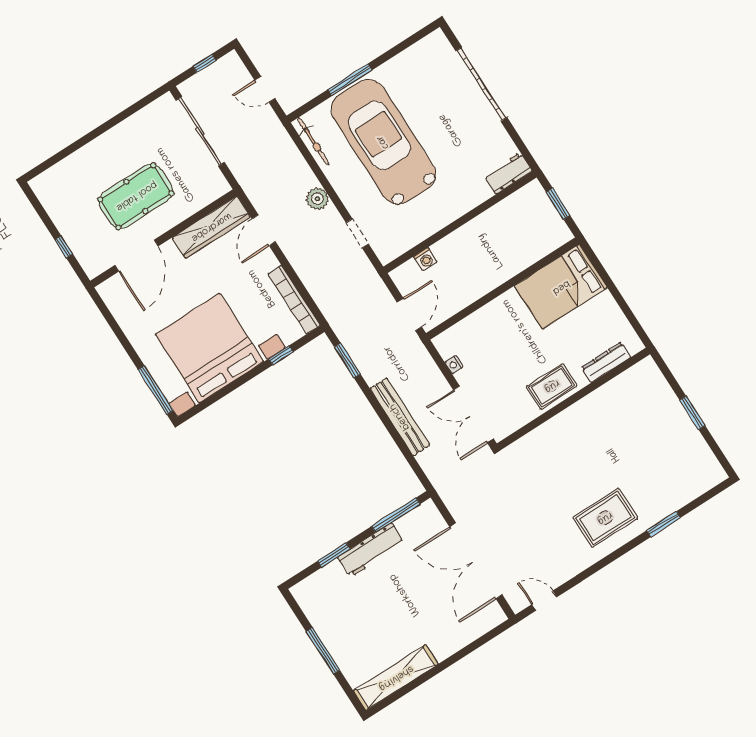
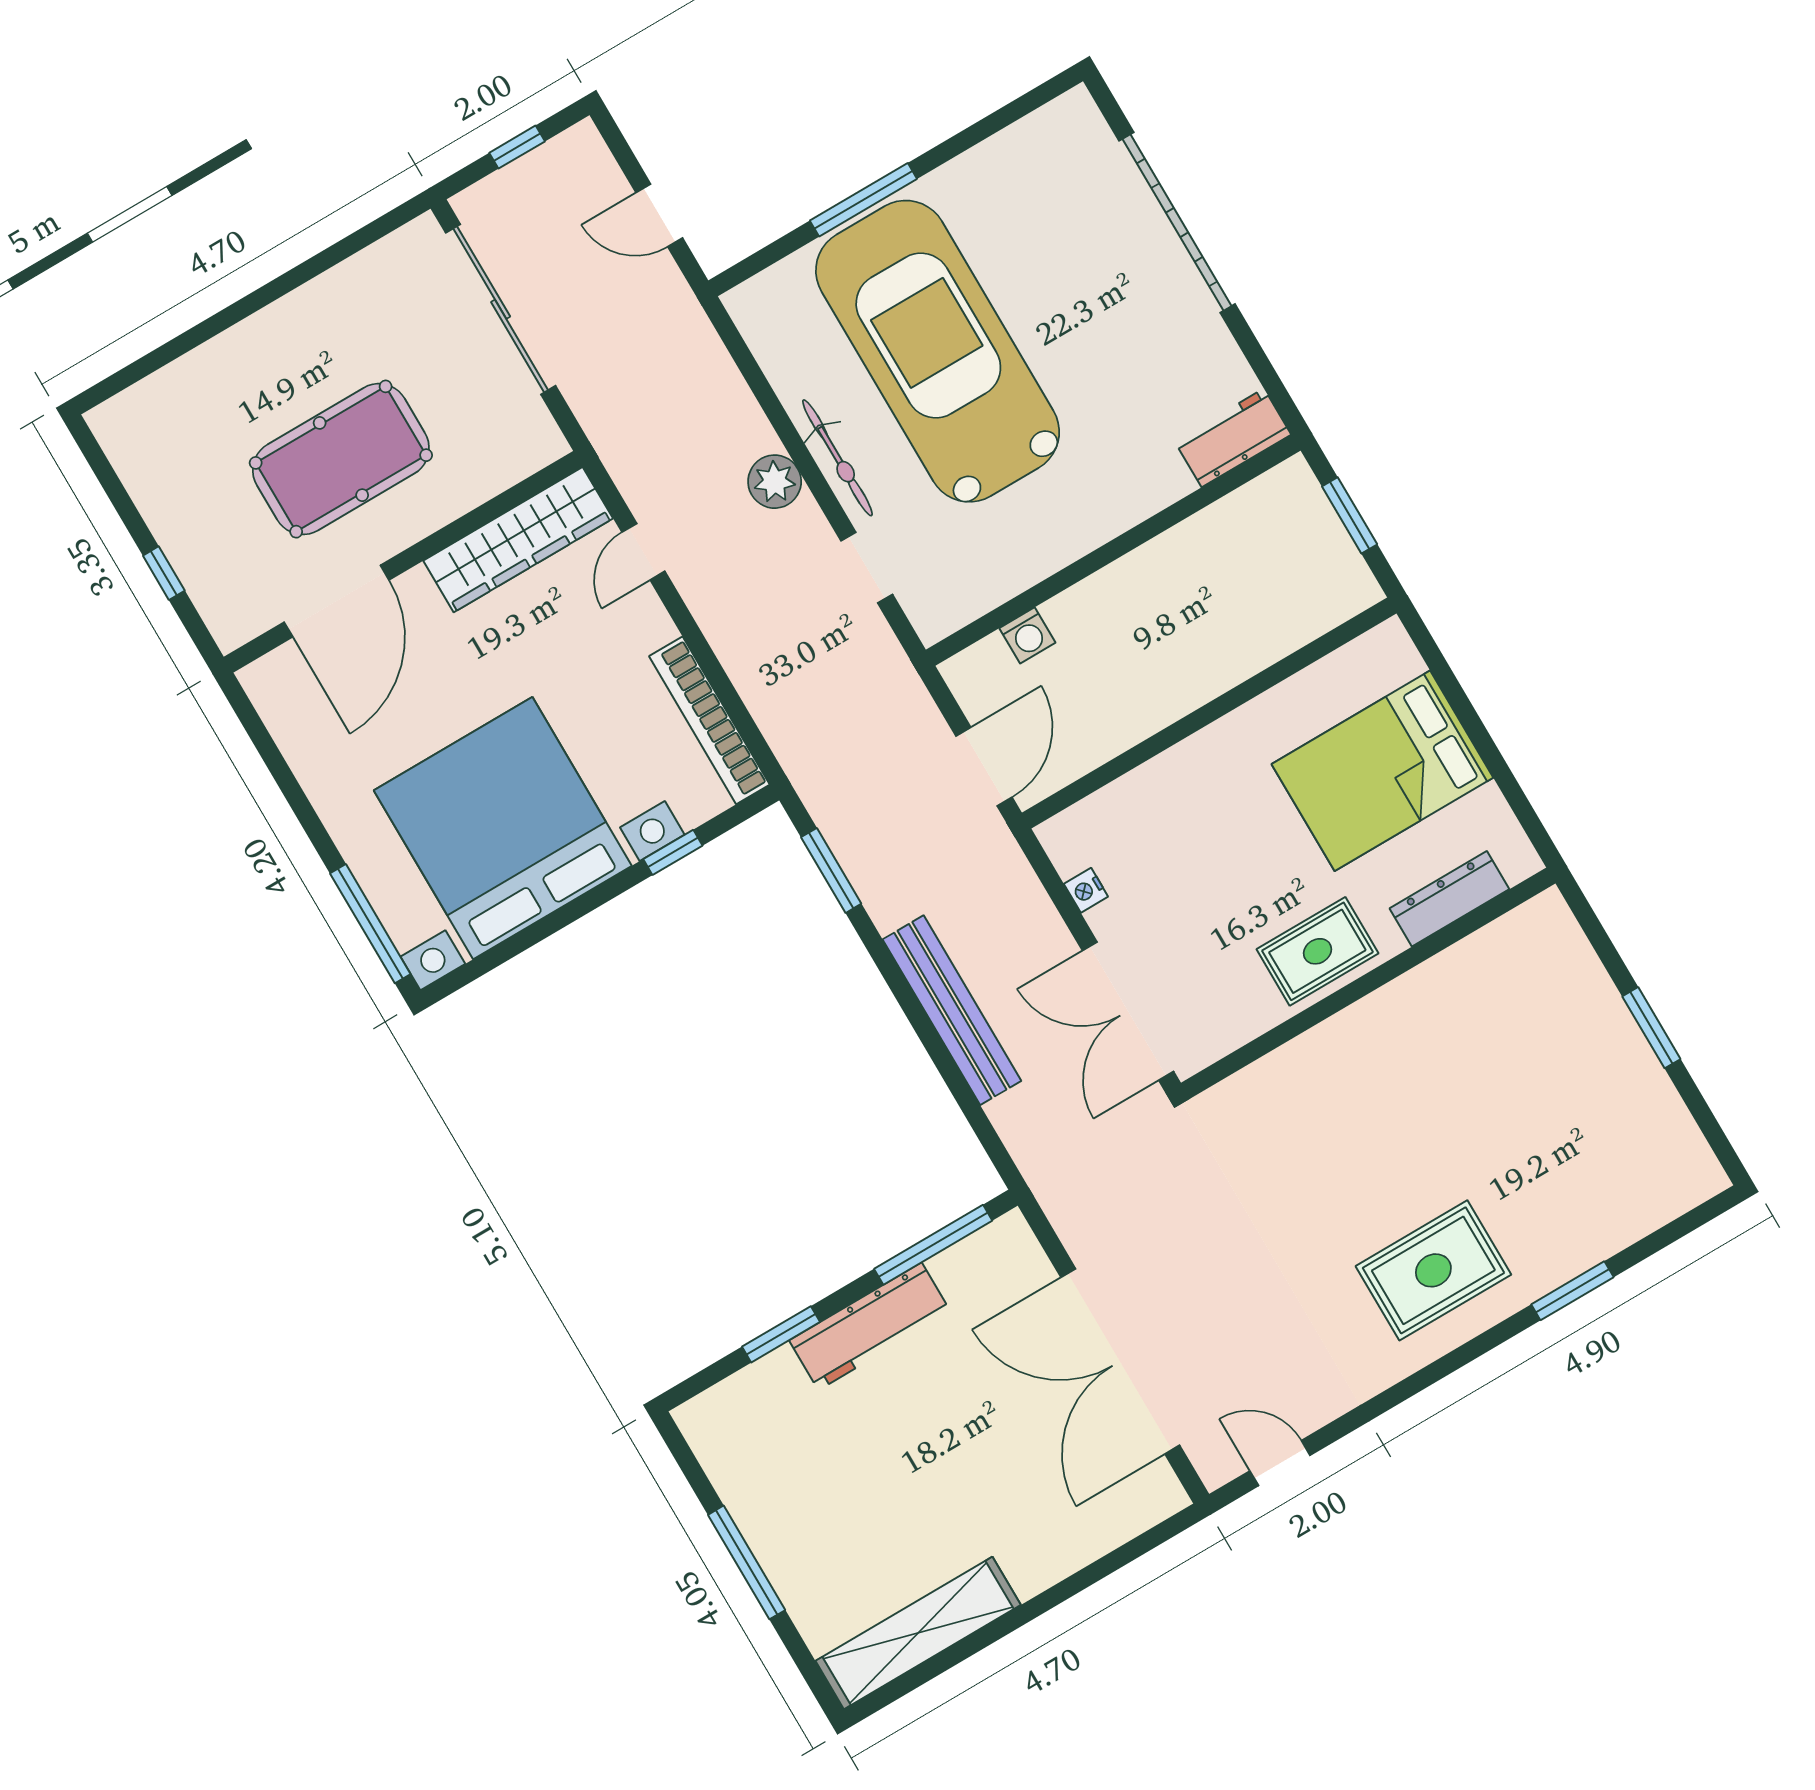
bicycle: (313, 141) -> (837, 458), moved
door: (264, 230) -> (643, 552), width x0.73
bed: (561, 287) -> (1382, 771), moved

